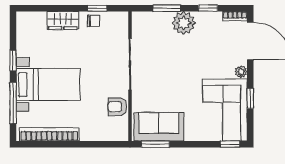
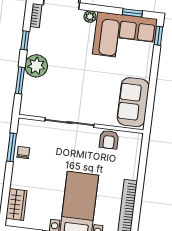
window: (97, 8) -> (12, 147), width x1.50
wardrobe: (63, 20) -> (16, 205), moved
window: (250, 98) -> (132, 13), moved
window: (155, 144) -> (150, 108), removed

